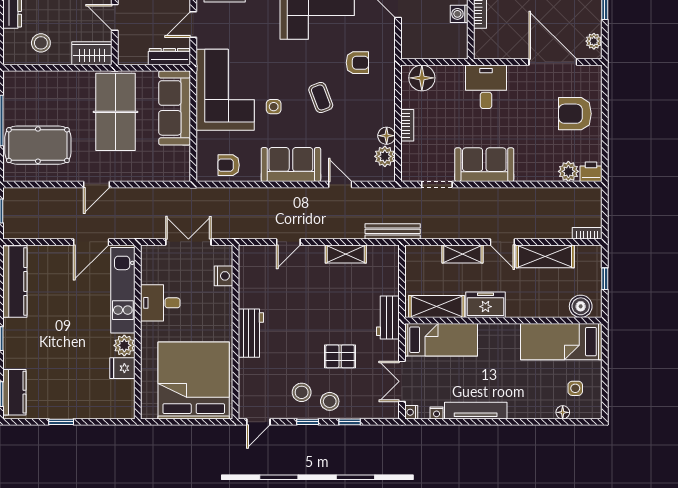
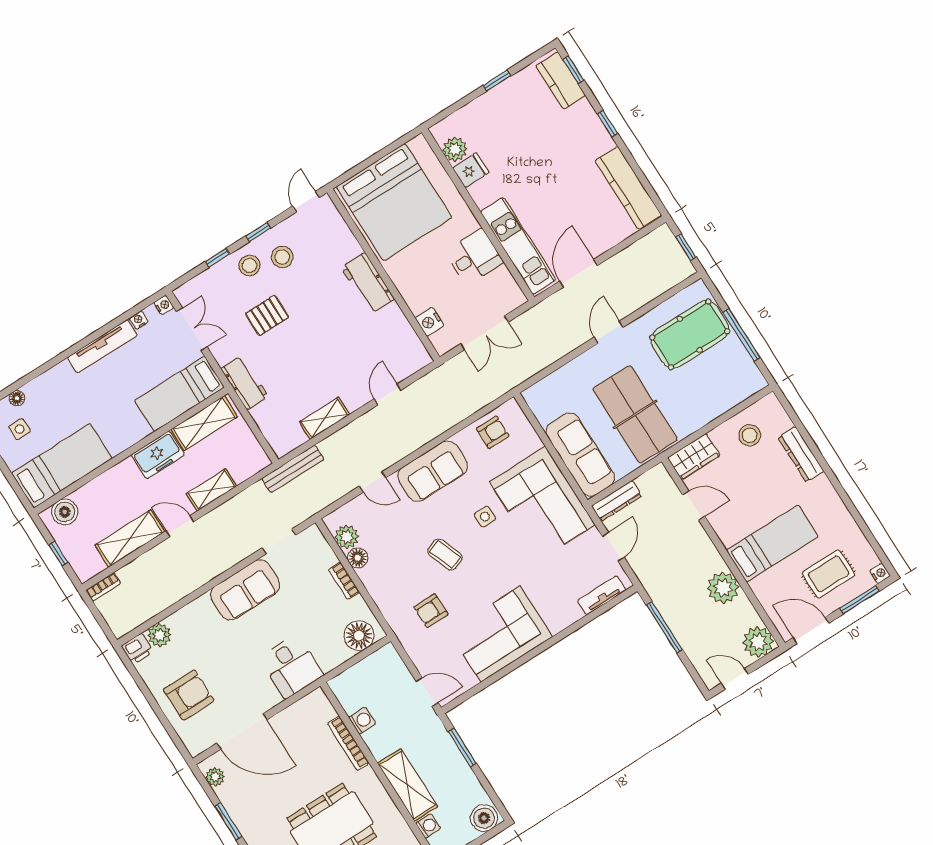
plant: (124, 345) -> (455, 149), moved

